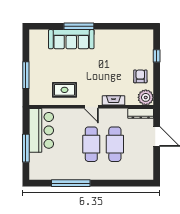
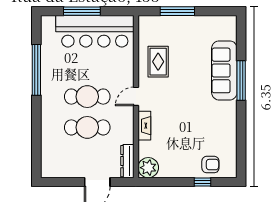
armchair: (140, 76) -> (210, 165), moved
bar counter: (41, 130) -> (95, 31), width x1.36

